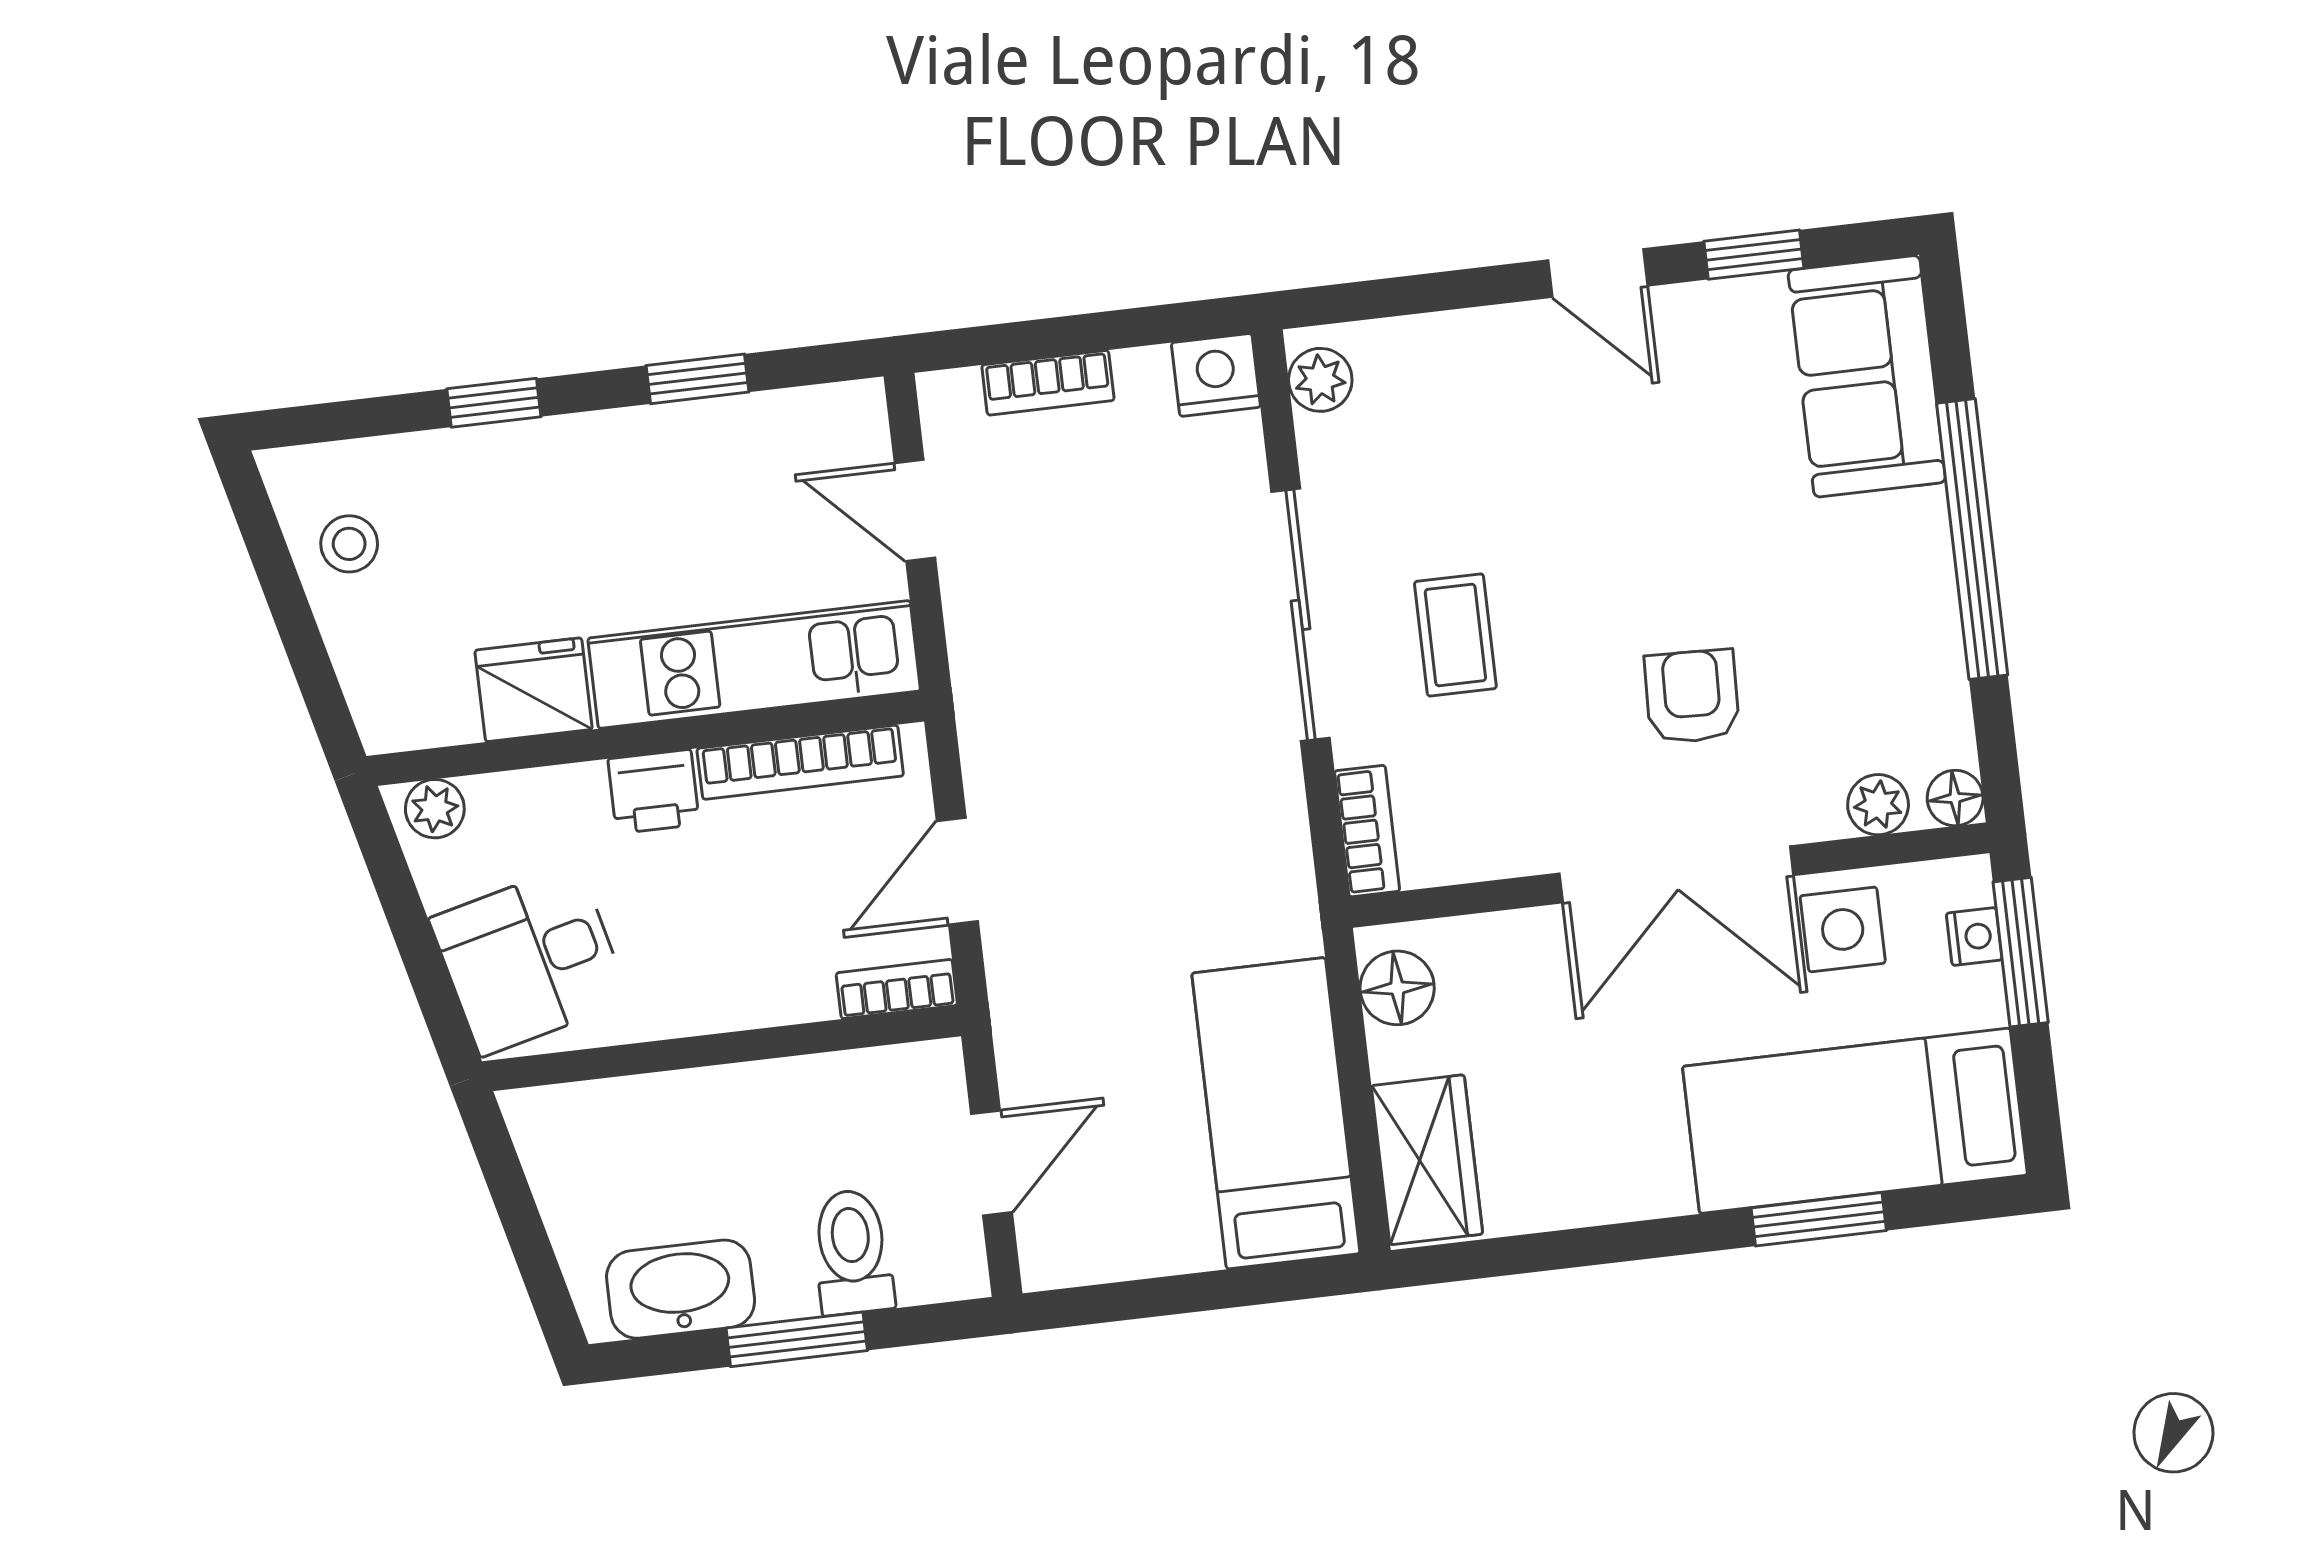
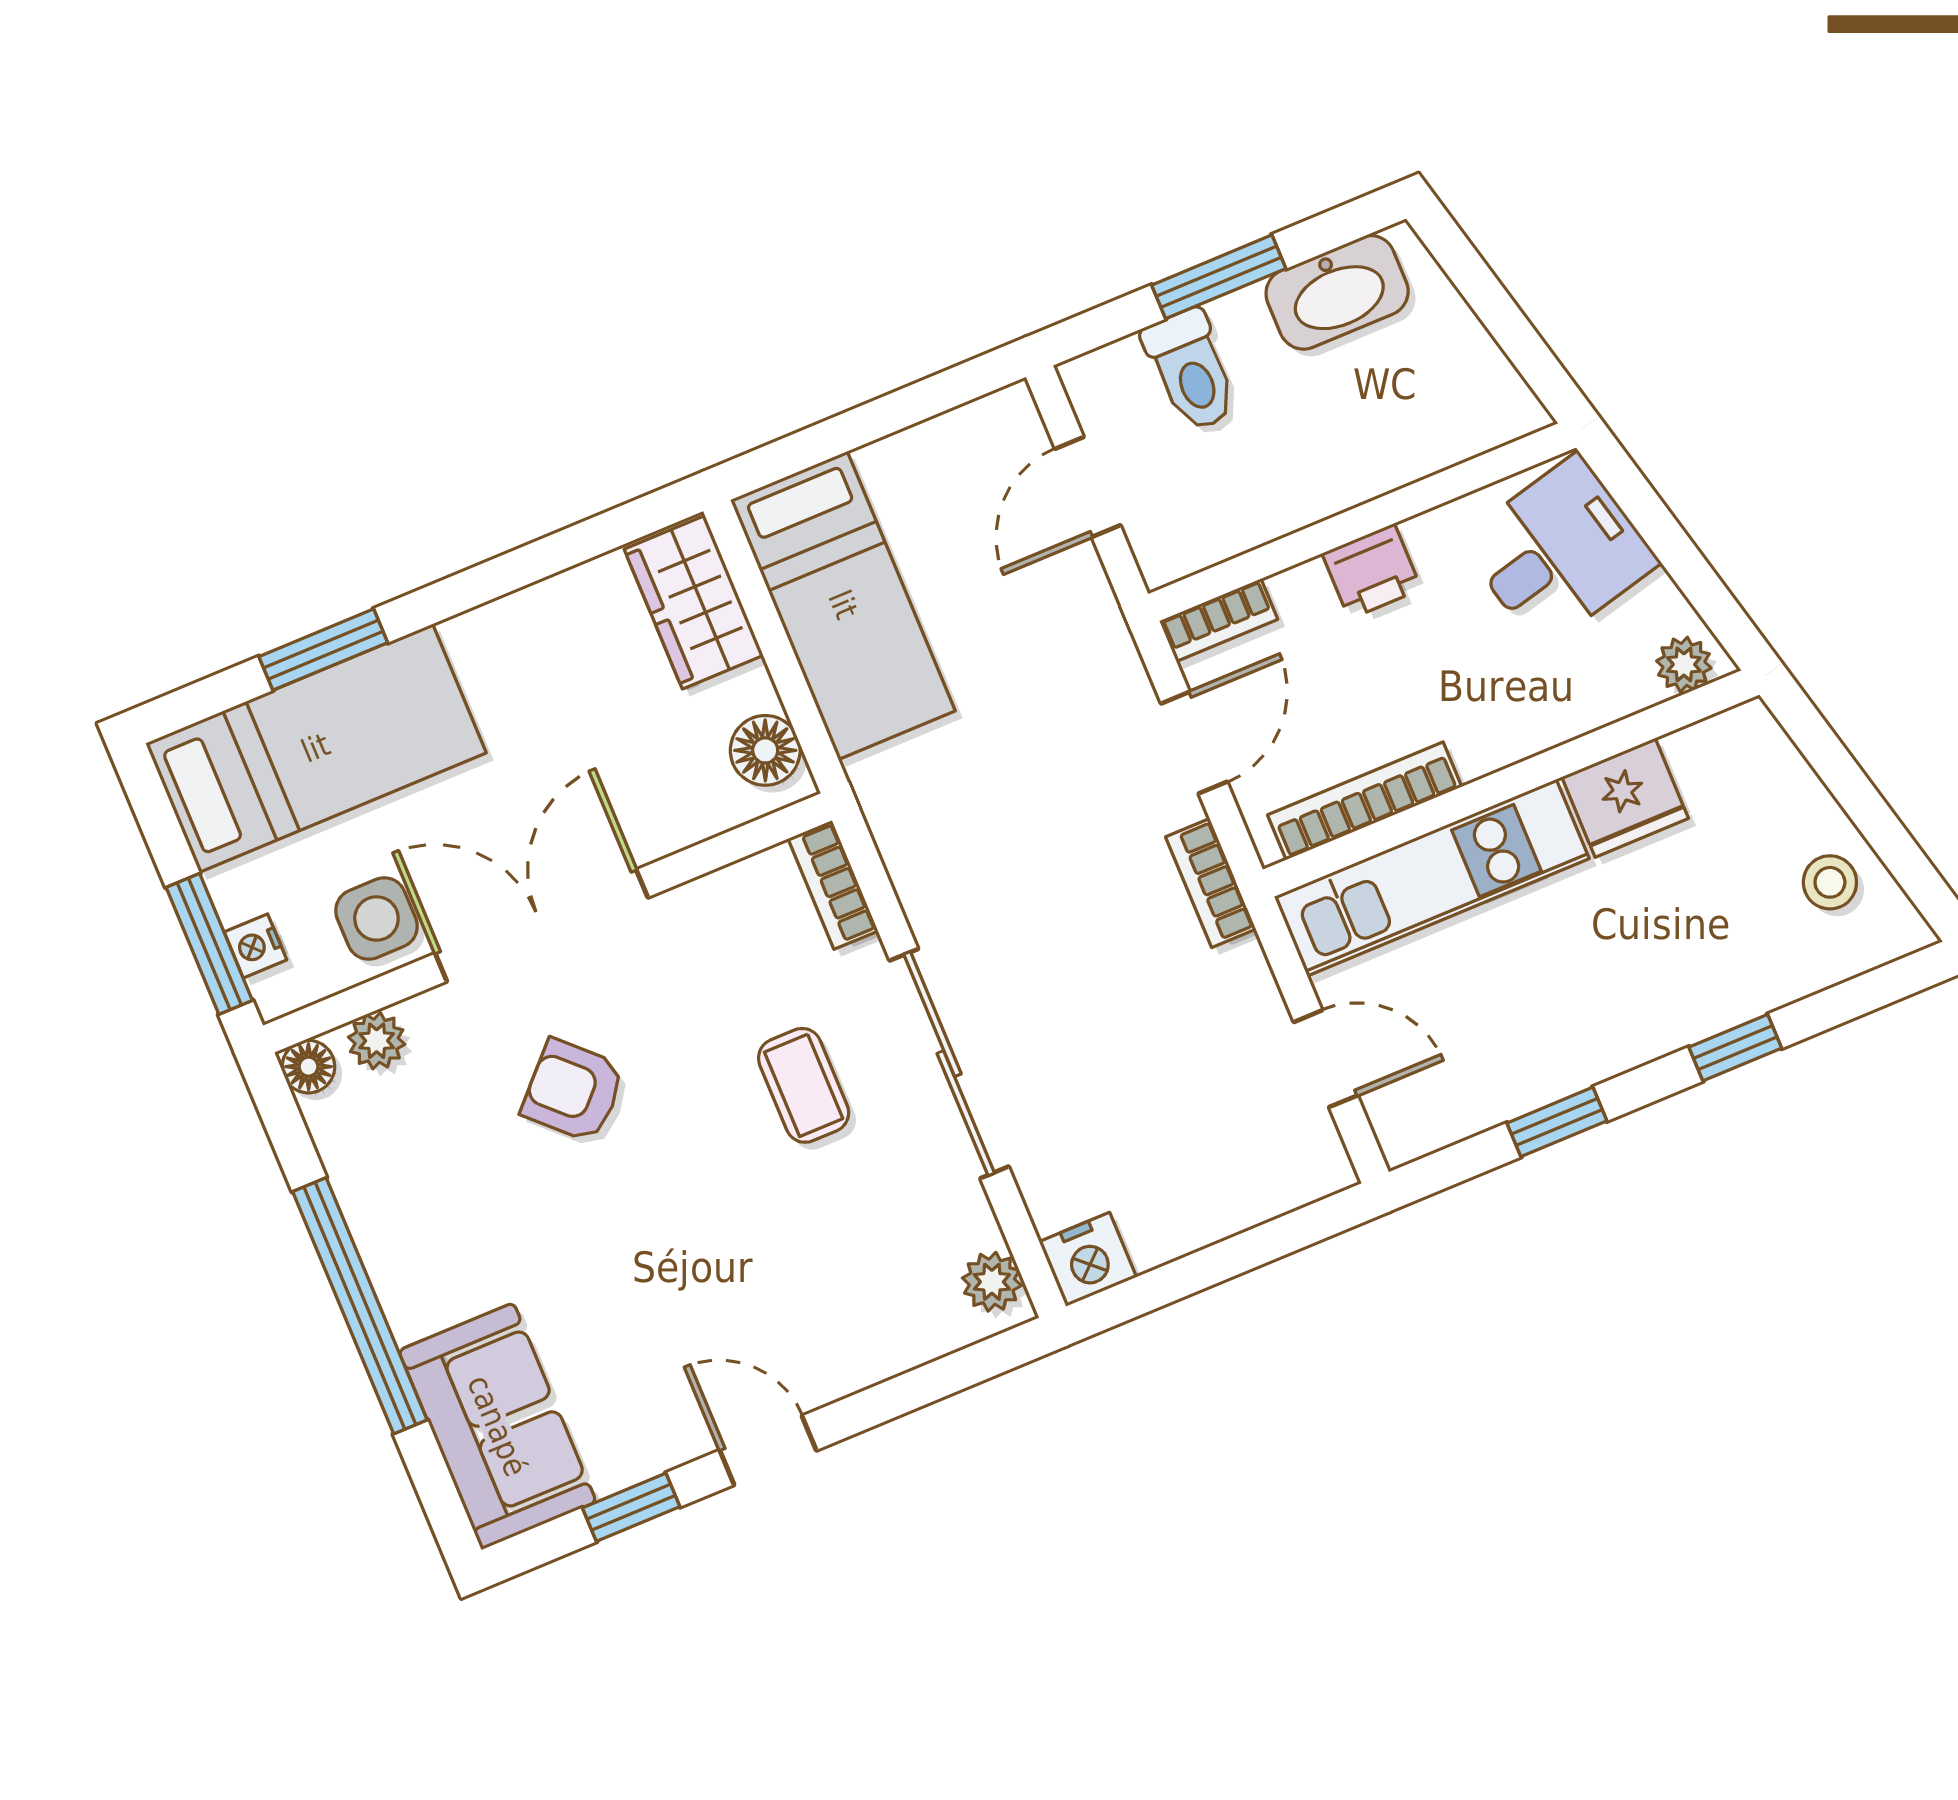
bookcase: (1048, 383) -> (1211, 883), moved, turned -90
armchair: (1692, 697) -> (573, 1091), turned 132
printer: (654, 792) -> (1372, 571), moved, turned 180

